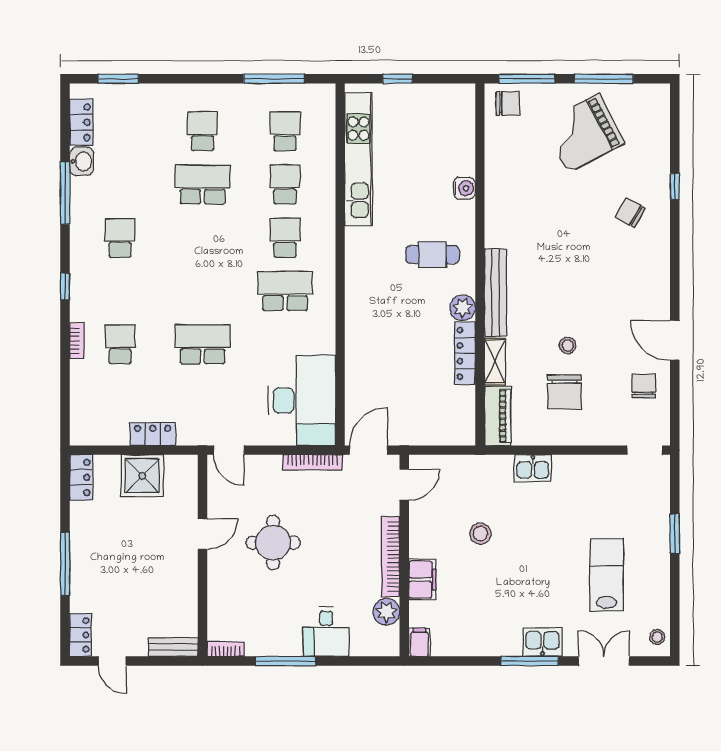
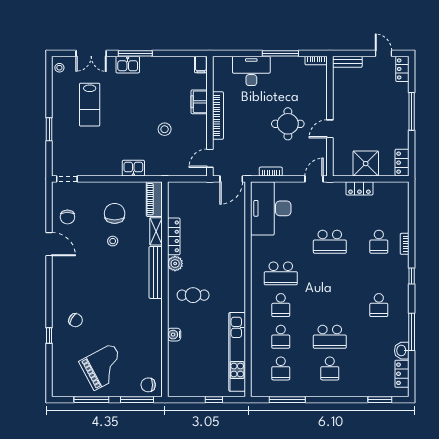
door: (229, 450) -> (314, 179), hinge flipped
bookcase: (313, 462) -> (271, 172), width x0.64
plant: (386, 612) -> (220, 83), removed
desk: (326, 632) -> (251, 71), width x1.37

